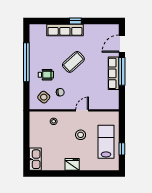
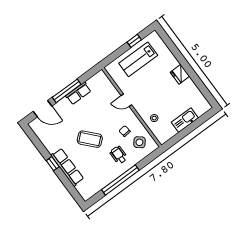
row of seats: (114, 73) -> (78, 93), width x0.68
stool: (81, 135) -> (149, 86), removed
kitchen sink: (35, 159) -> (185, 120), moved

